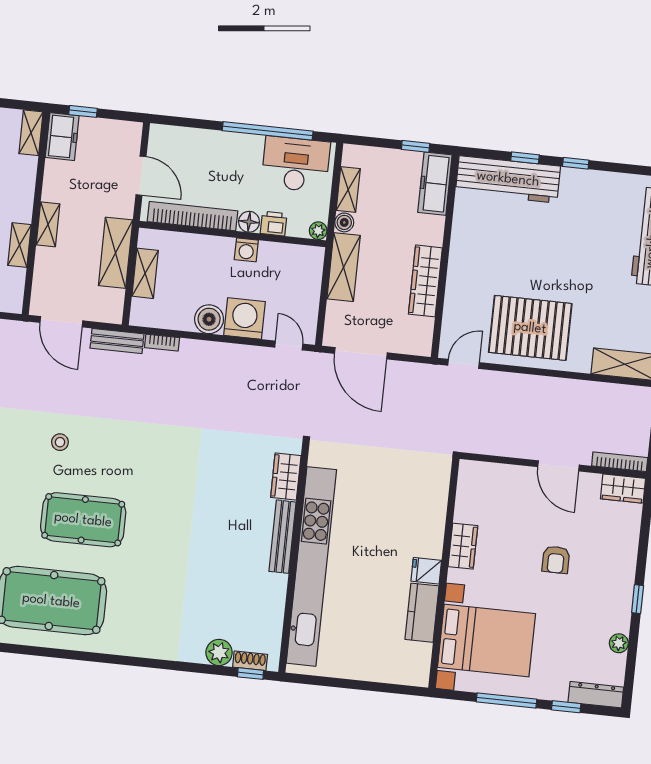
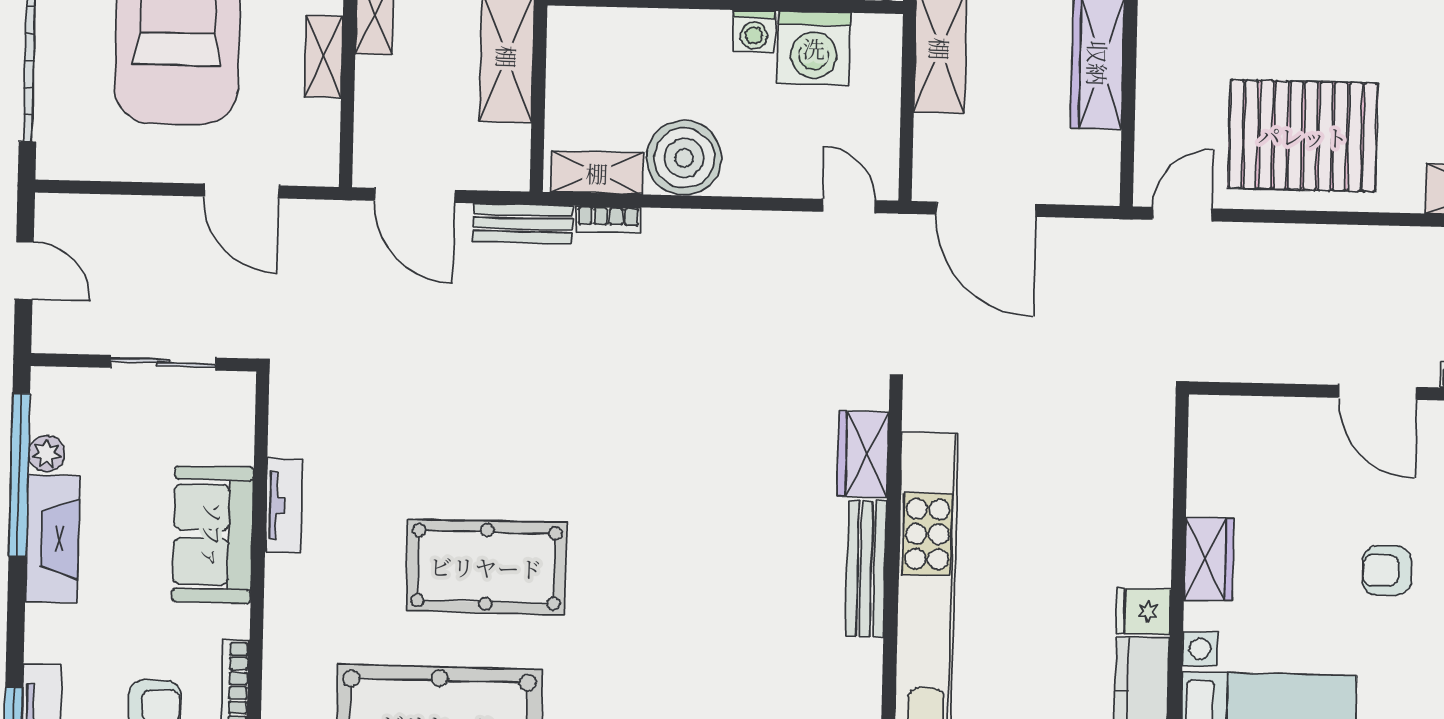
shelving: (145, 273) -> (597, 173), moved, turned 90
washing machine: (245, 318) -> (814, 48), moved, turned 180
boiler: (209, 319) -> (684, 158), width x1.37, depth x1.37
stool: (60, 442) -> (430, 423), removed
armchair: (556, 560) -> (1387, 570), turned 90

